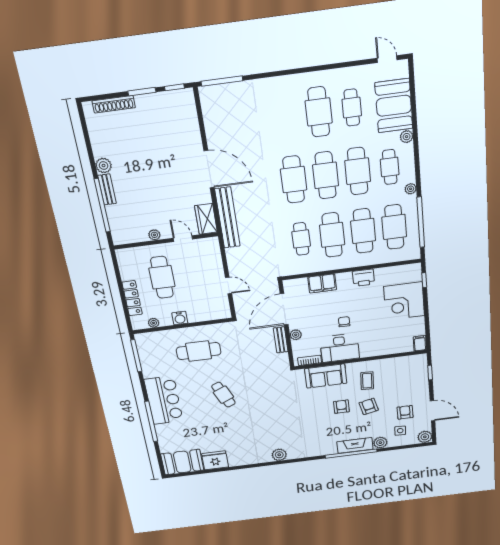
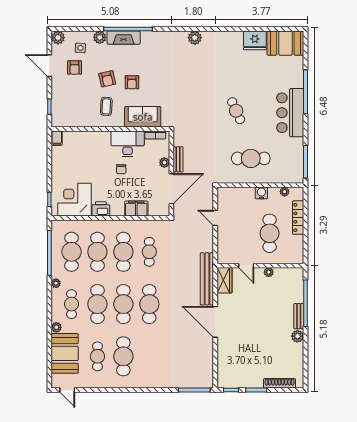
corner desk: (404, 301) -> (74, 200), moved, turned -90

